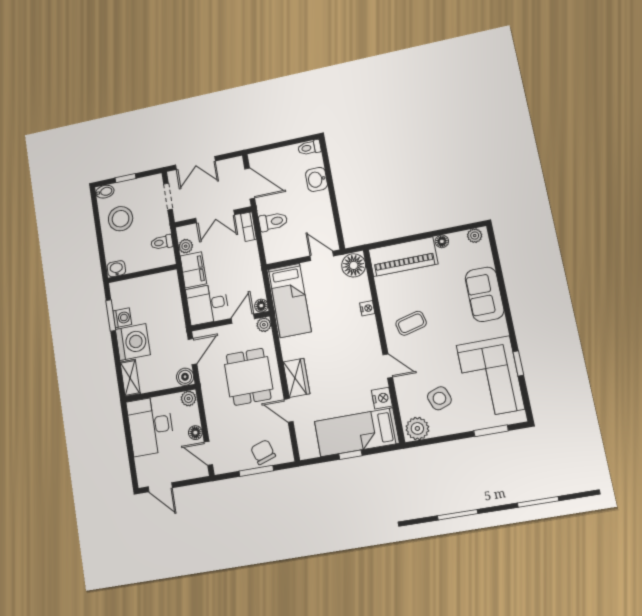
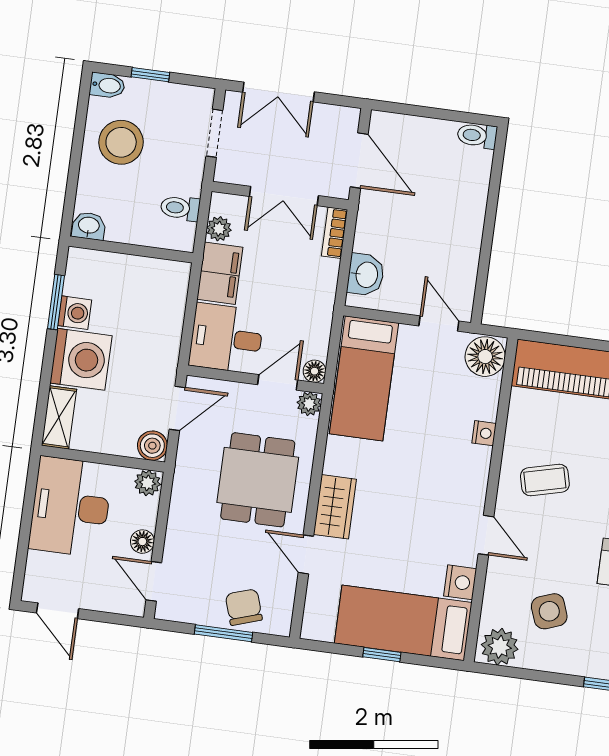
washbasin: (317, 179) -> (366, 275), moved, turned 180
toilet: (273, 222) -> (378, 239), removed

